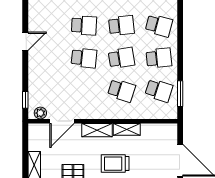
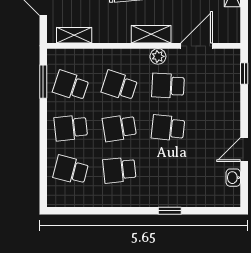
washbasin: (34, 20) -> (233, 178), added
school desk: (84, 25) -> (168, 86), moved
plant: (40, 113) -> (158, 56), moved
shelving: (127, 129) -> (74, 35), moved

